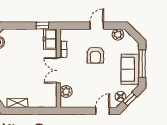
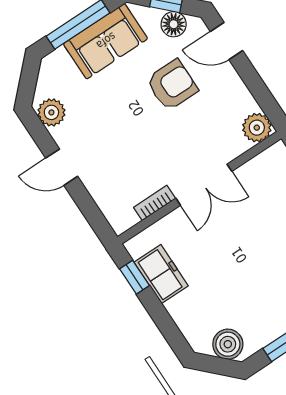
freezer: (50, 39) -> (161, 274), moved, turned -90
armchair: (95, 55) -> (172, 85), moved
plant: (66, 91) -> (257, 128), moved

